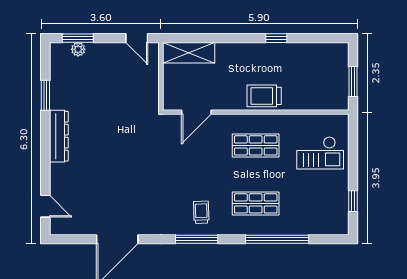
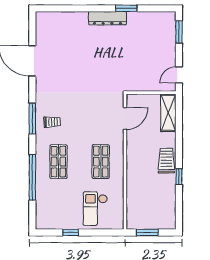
plant: (78, 49) -> (171, 32), removed
window: (45, 95) -> (126, 8), moved
trolley: (264, 96) -> (166, 161), moved
door: (196, 112) -> (125, 118), swing flipped
window: (353, 201) -> (71, 232), moved
door: (45, 206) -> (57, 8), removed

